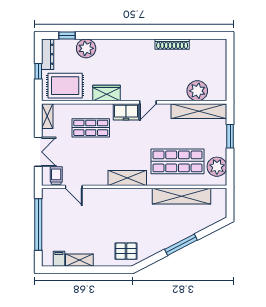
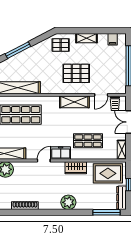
window: (67, 35) -> (106, 212), width x2.17
plant: (86, 48) -> (68, 202), moved
shelving: (127, 178) -> (74, 102), moved
door: (74, 187) -> (101, 95), swing flipped
pallet: (106, 215) -> (76, 73), added
shelving: (79, 260) -> (87, 38), moved

